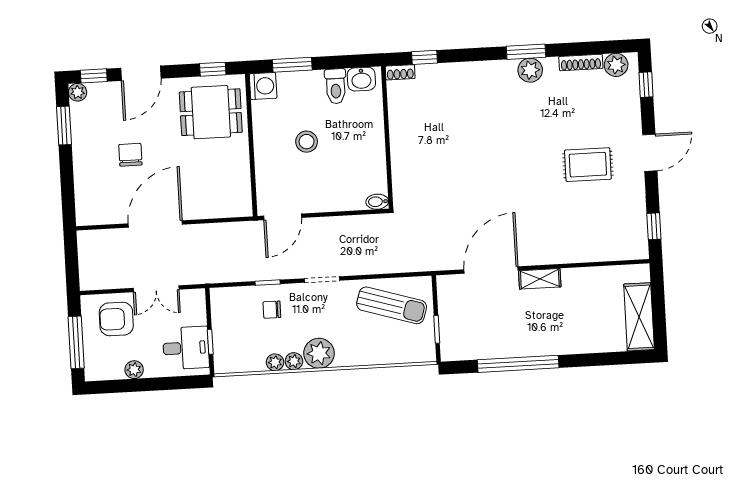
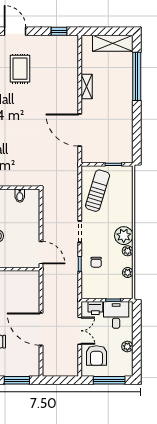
window: (67, 188) -> (17, 380), added
bidet: (377, 202) -> (20, 196), moved
shelving: (540, 279) -> (87, 87), moved
printer: (195, 313) -> (95, 308), added
plant: (275, 362) -> (128, 273), moved
window: (518, 364) -> (137, 76), moved

